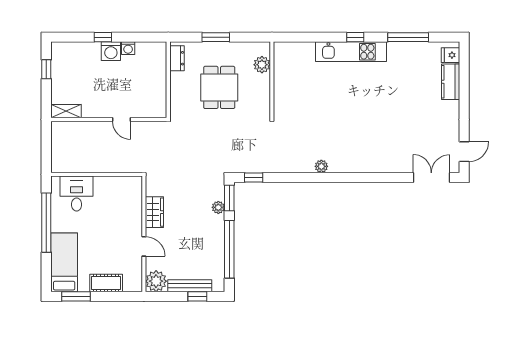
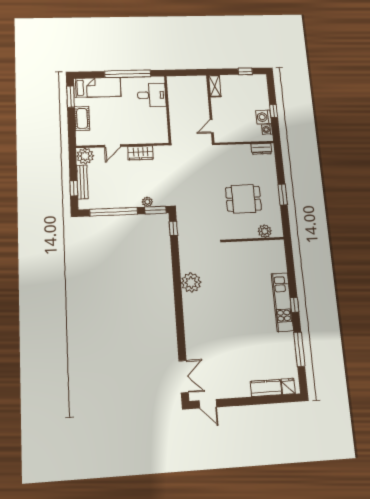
dresser: (177, 58) -> (261, 149), moved
wall: (168, 80) -> (244, 143), moved
plant: (321, 166) -> (191, 283), width x1.87, depth x1.87

